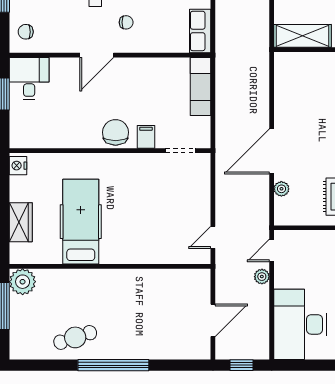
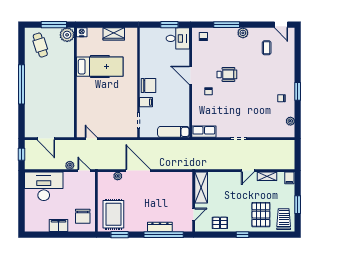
nightstand: (18, 166) -> (82, 32), moved
wardrobe: (21, 222) -> (114, 34), moved
cafe table: (75, 337) -> (40, 45), moved

